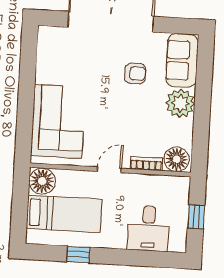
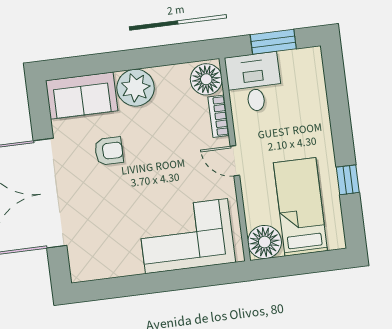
armchair: (135, 74) -> (109, 151), turned 90
window: (196, 217) -> (273, 42), width x1.50
desk: (148, 229) -> (254, 83), moved, turned -90

